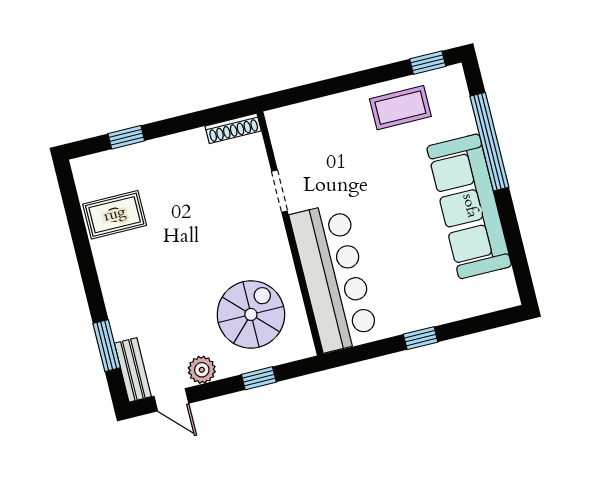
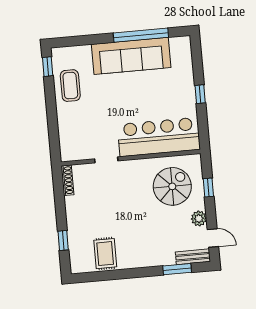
window: (489, 142) -> (141, 35), moved
spiral stairs: (251, 314) -> (172, 186), turned 90
door: (171, 400) -> (213, 238), hinge flipped

